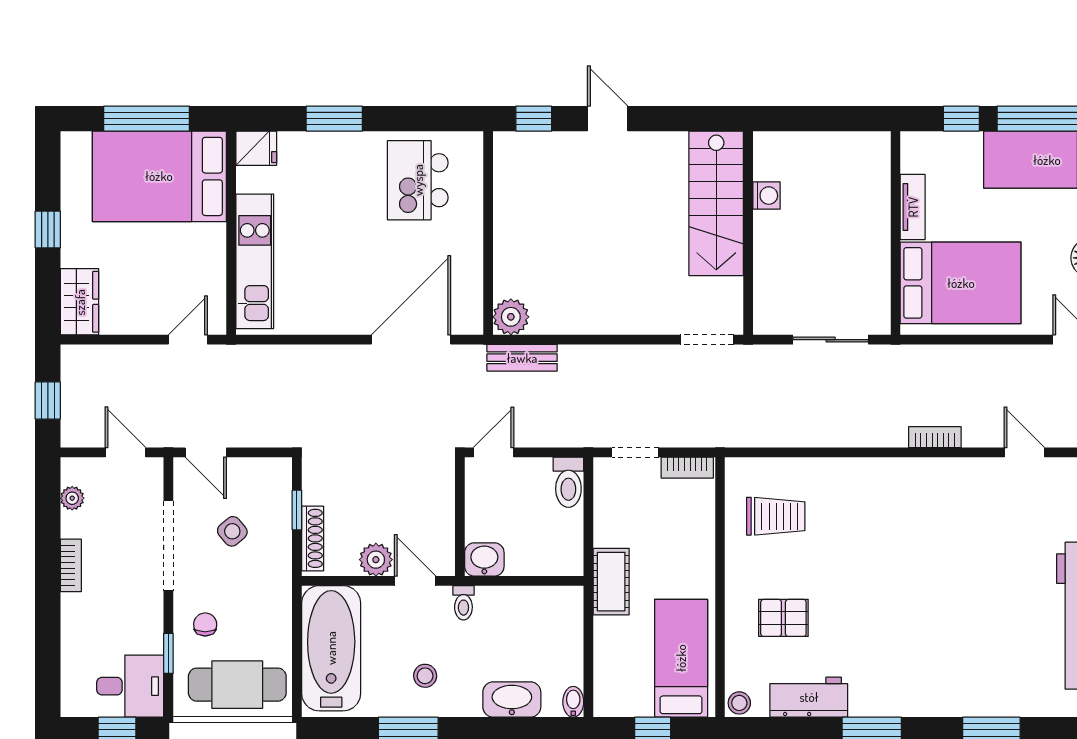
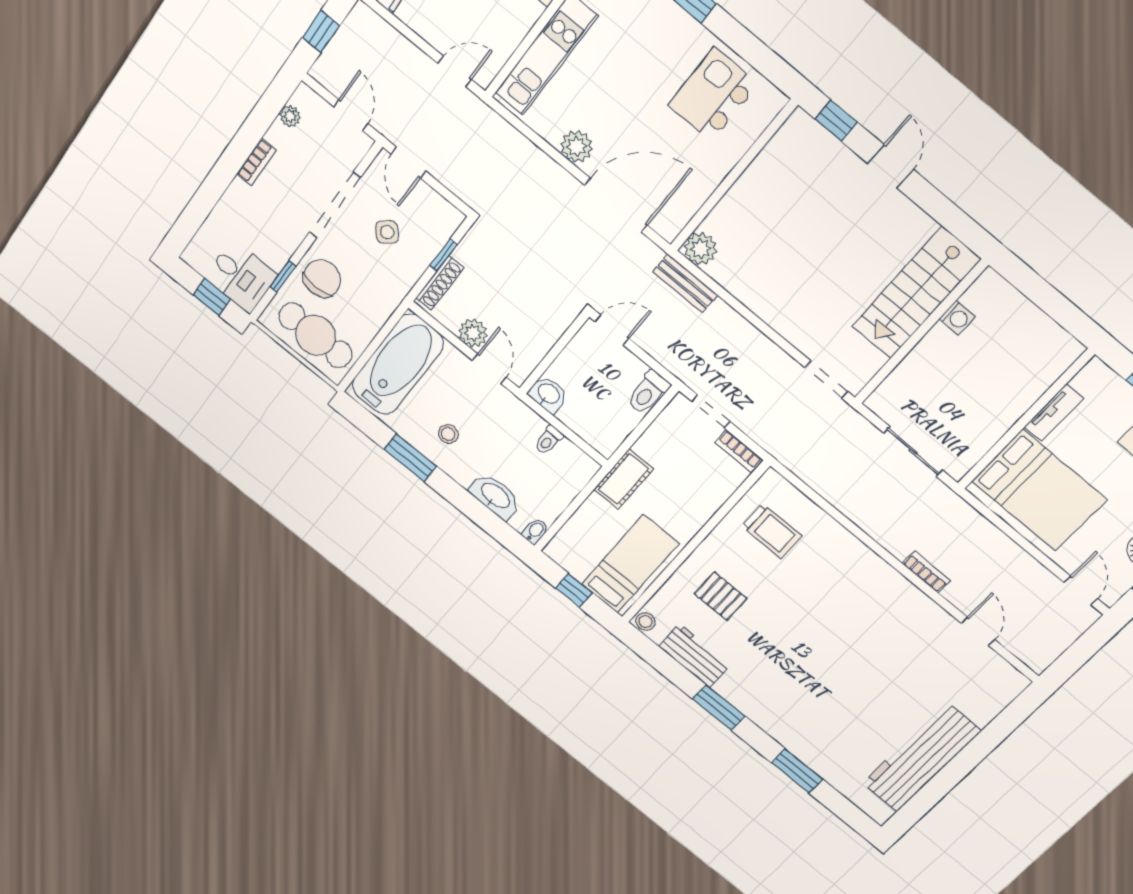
plant: (339, 317) -> (577, 146), added
toilet: (463, 603) -> (549, 440), moved
chair: (205, 624) -> (322, 278), width x1.87, depth x1.87

